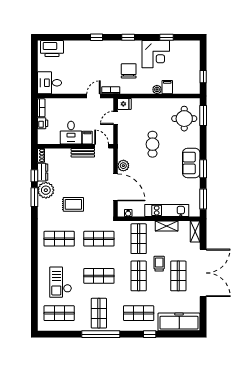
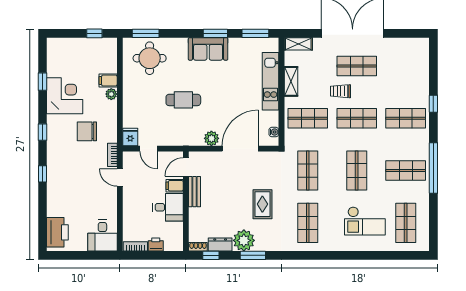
window: (34, 176) -> (211, 255), moved
shop shelf: (139, 313) -> (406, 118), turned 90
freezer: (179, 322) -> (417, 65), removed

